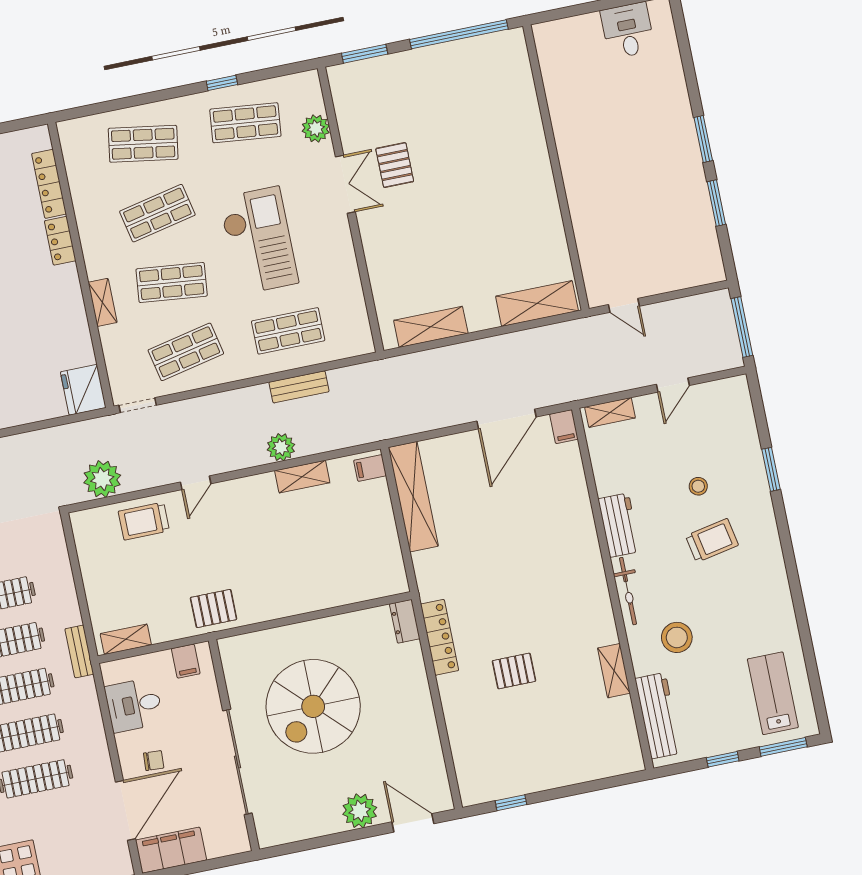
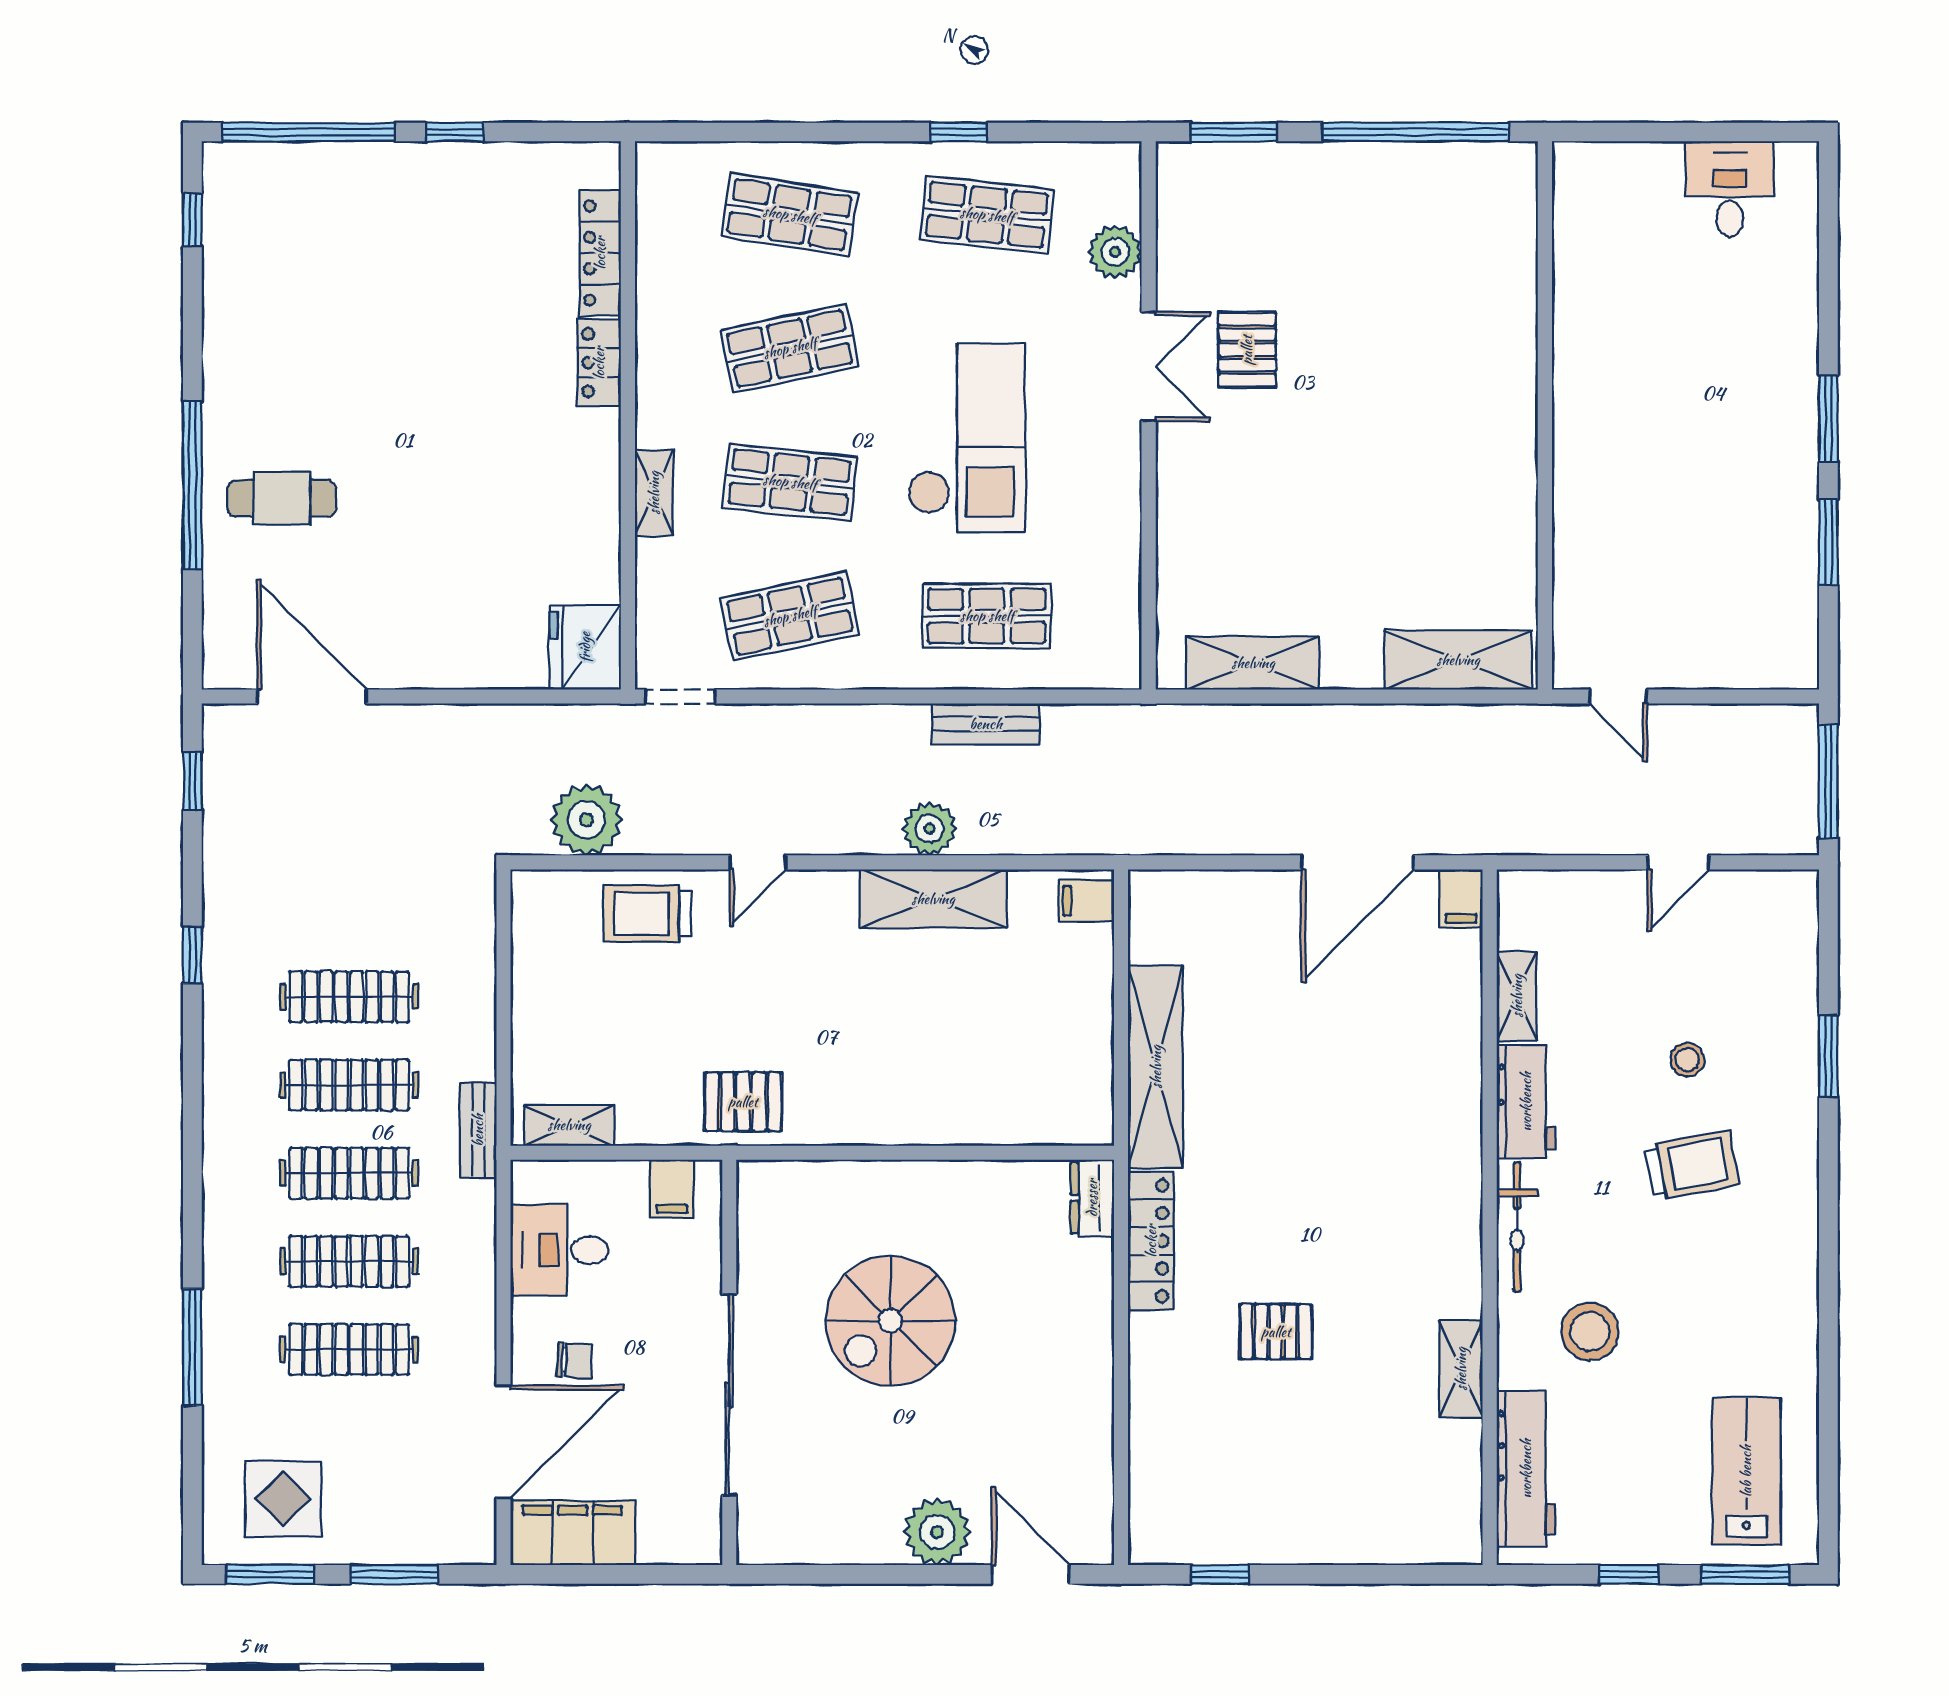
shelving: (610, 412) -> (1517, 996), moved, turned 90
shelving: (302, 477) -> (933, 899), width x1.50, depth x1.33
shelving: (413, 497) -> (1156, 1067), moved
spiral stairs: (313, 706) -> (890, 1321), width x0.73, depth x0.73

